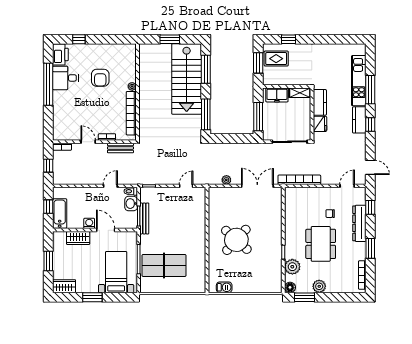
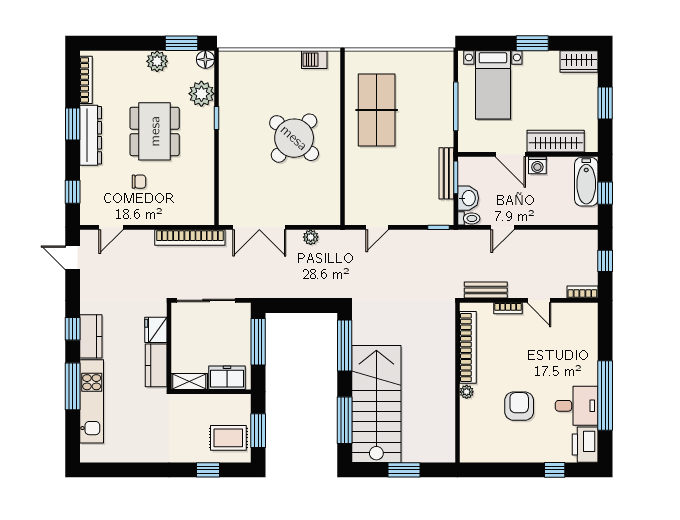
dresser: (359, 223) -> (91, 135), moved
wardrobe: (78, 238) -> (556, 141), width x1.50
table tennis table: (164, 265) -> (377, 110), moved, turned 90

